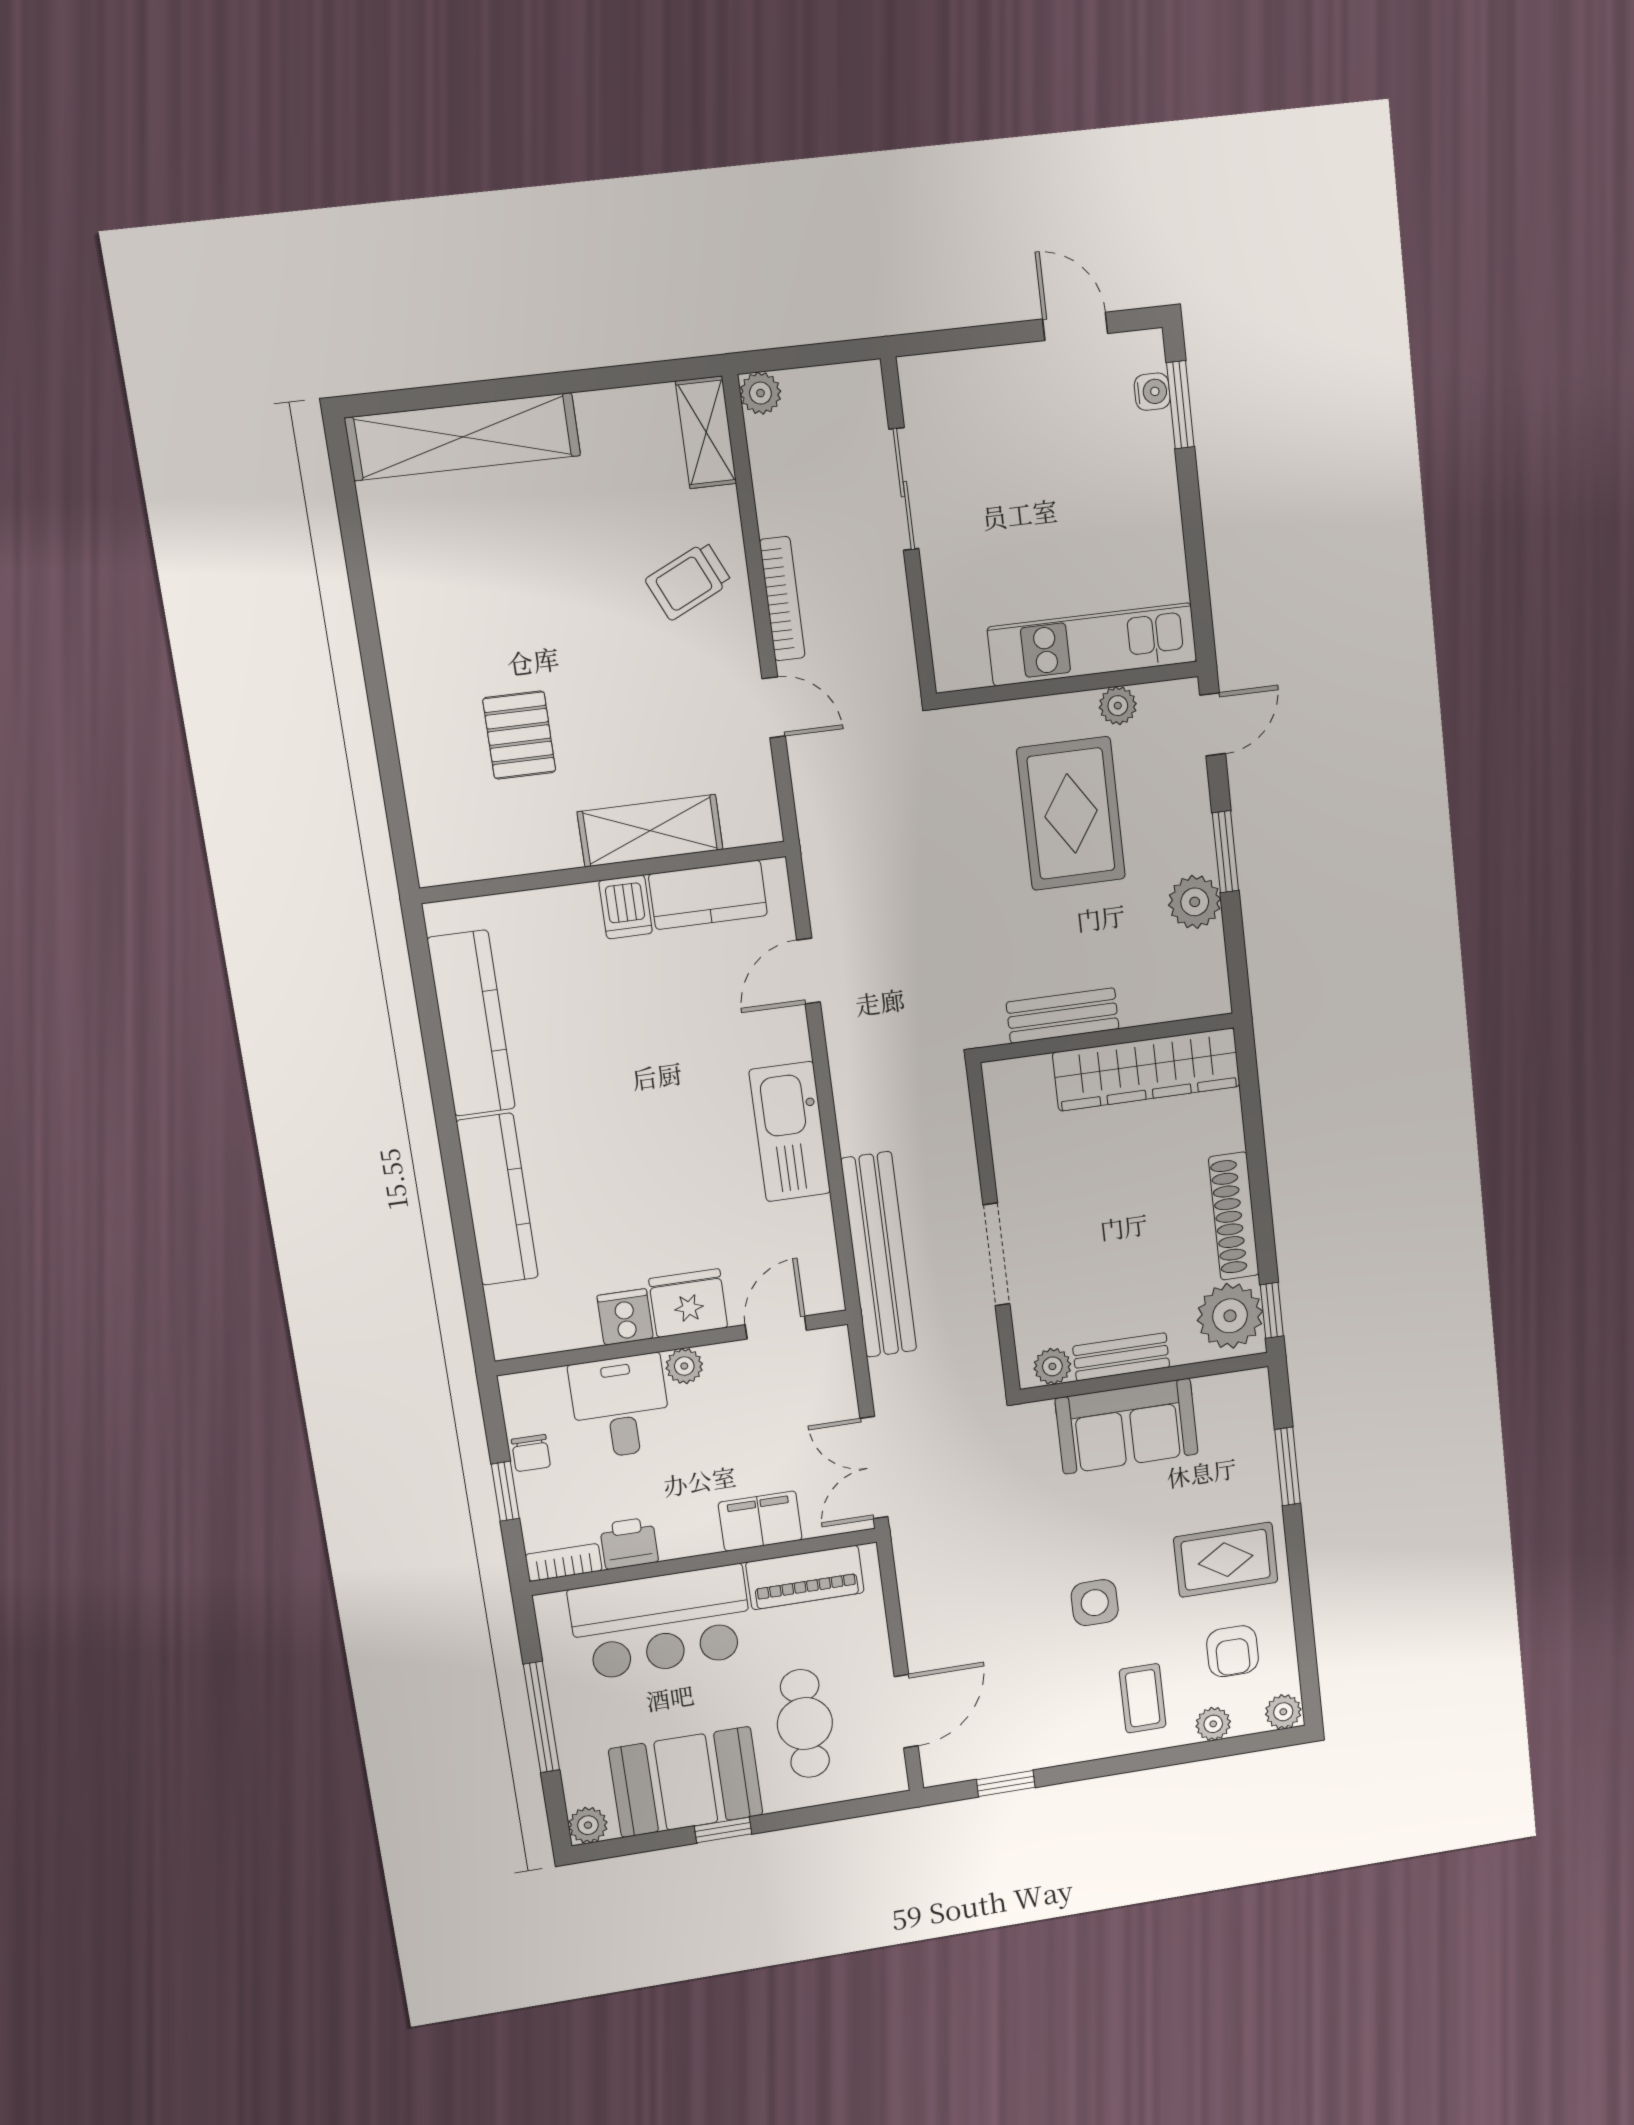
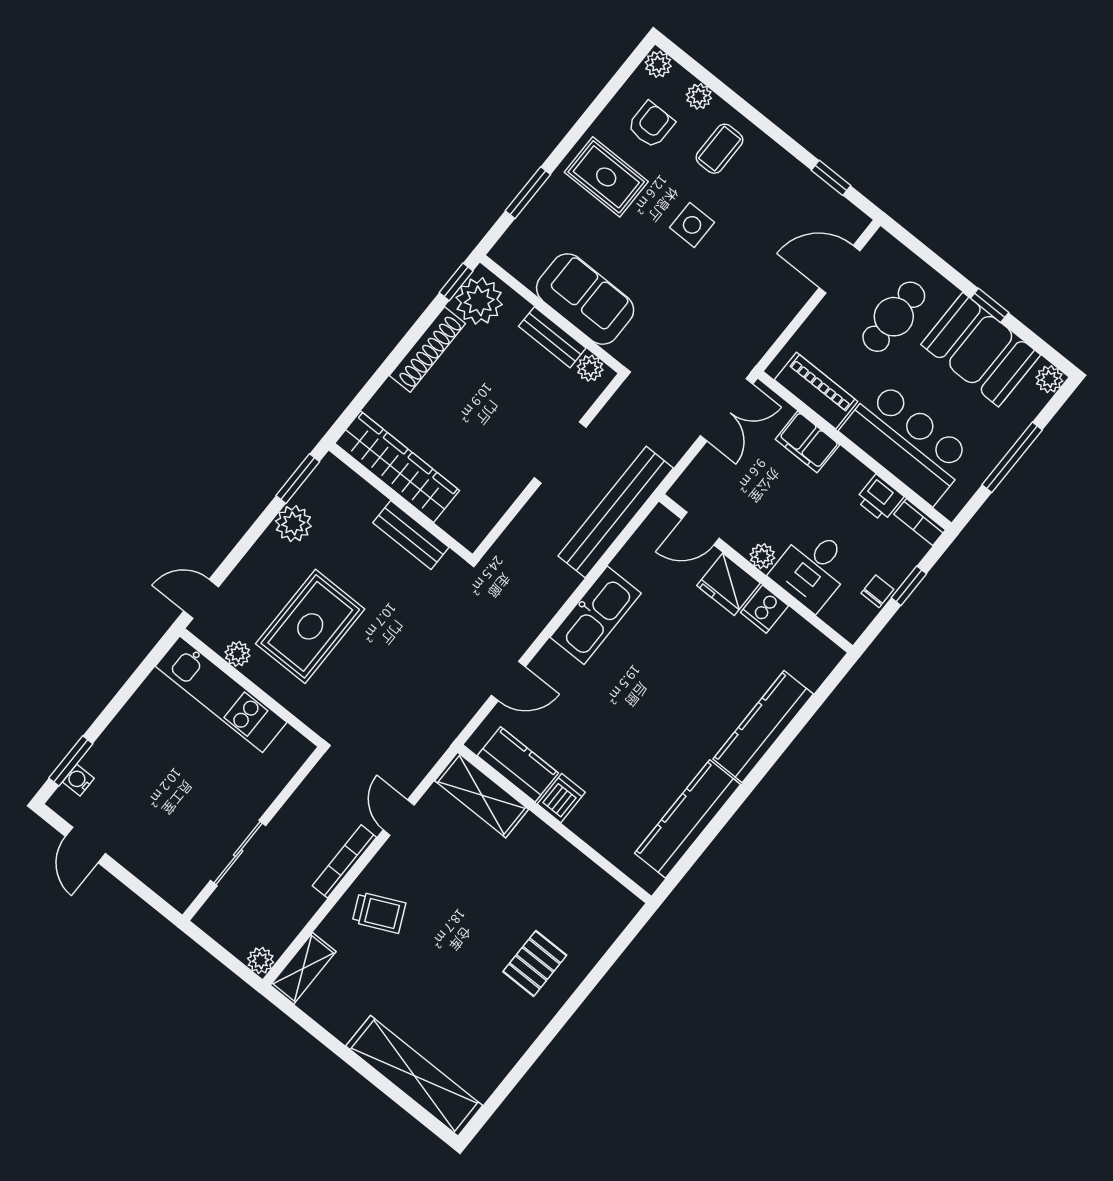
pallet: (519, 735) -> (535, 963), moved
shelving: (650, 831) -> (482, 795), moved
window: (1225, 852) -> (298, 479), moved

